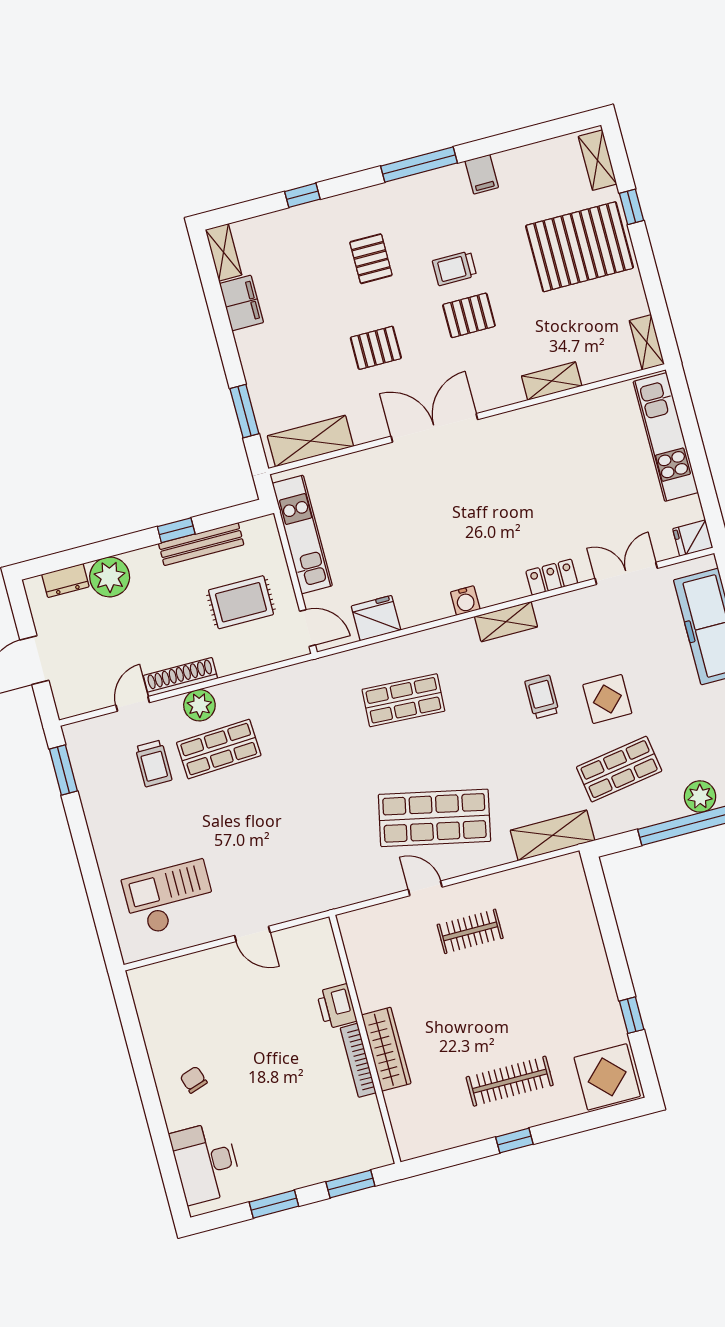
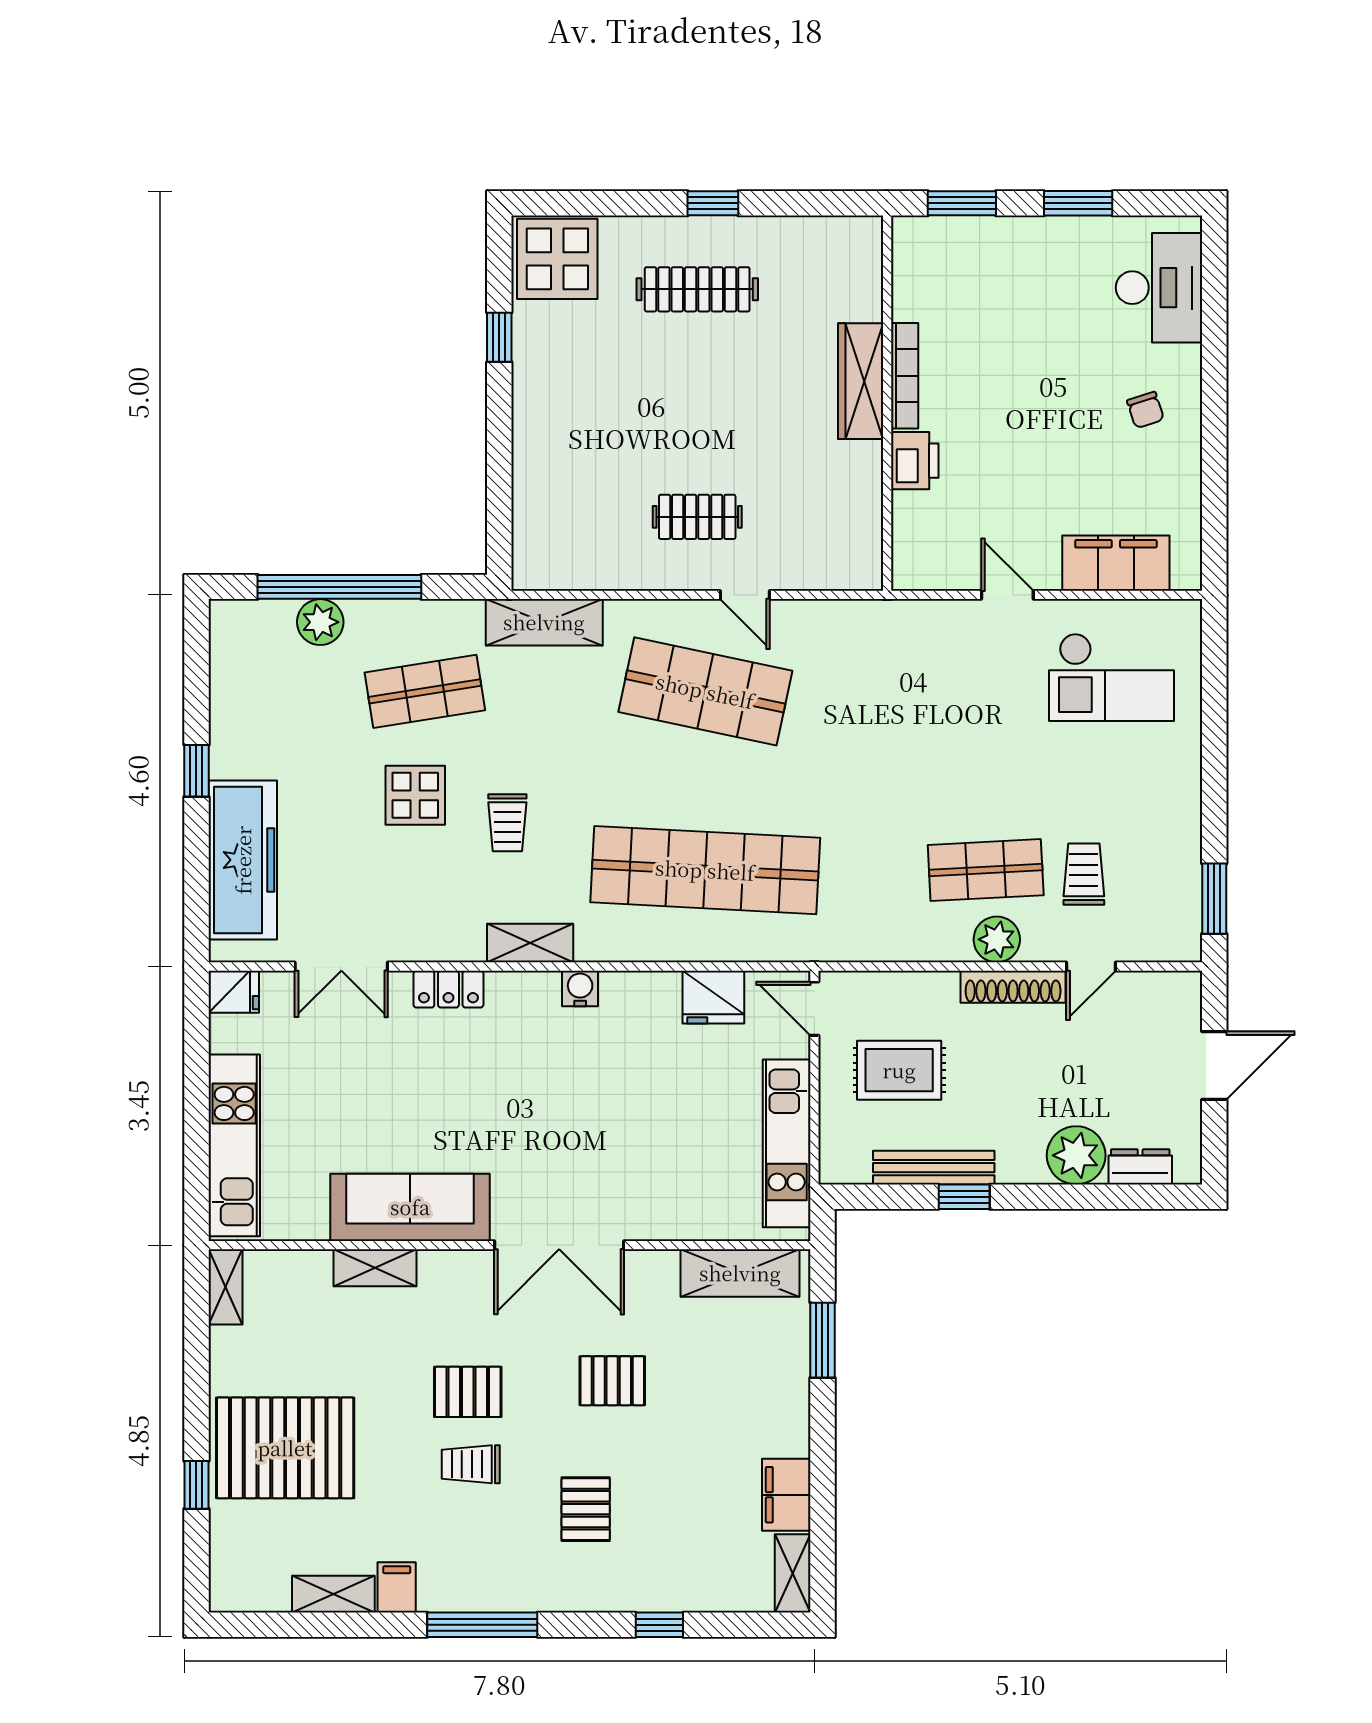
shelving: (598, 160) -> (333, 1594), moved, turned 90
trolley: (454, 268) -> (471, 1464), turned 180
sofa: (539, 427) -> (410, 1207), added
shop shelf: (403, 700) -> (705, 870), width x2.00, depth x1.36
filing cabinet: (186, 974) -> (1116, 563), added

